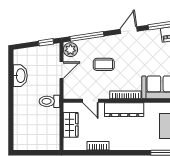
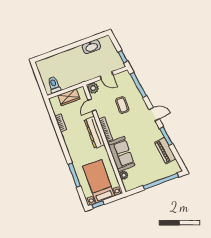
plant: (70, 50) -> (93, 88), moved
toilet: (49, 101) -> (54, 85), moved

